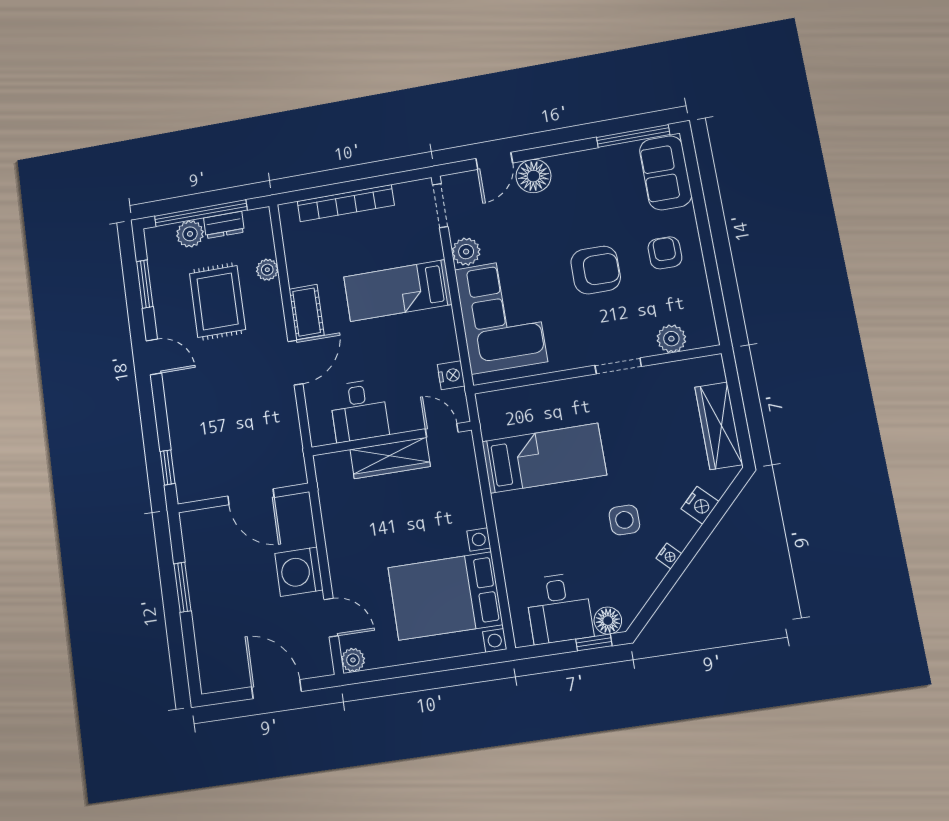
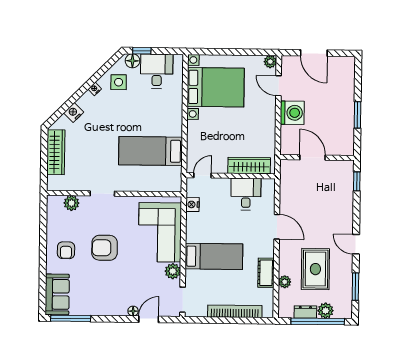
floor lamp: (533, 176) -> (133, 311), width x0.53, depth x0.53
cot: (306, 312) -> (266, 273), moved
door: (295, 363) -> (277, 227), swing flipped
door: (442, 430) -> (203, 175), swing flipped
wardrobe: (390, 458) -> (249, 166), moved
side table: (624, 520) -> (119, 82), moved

